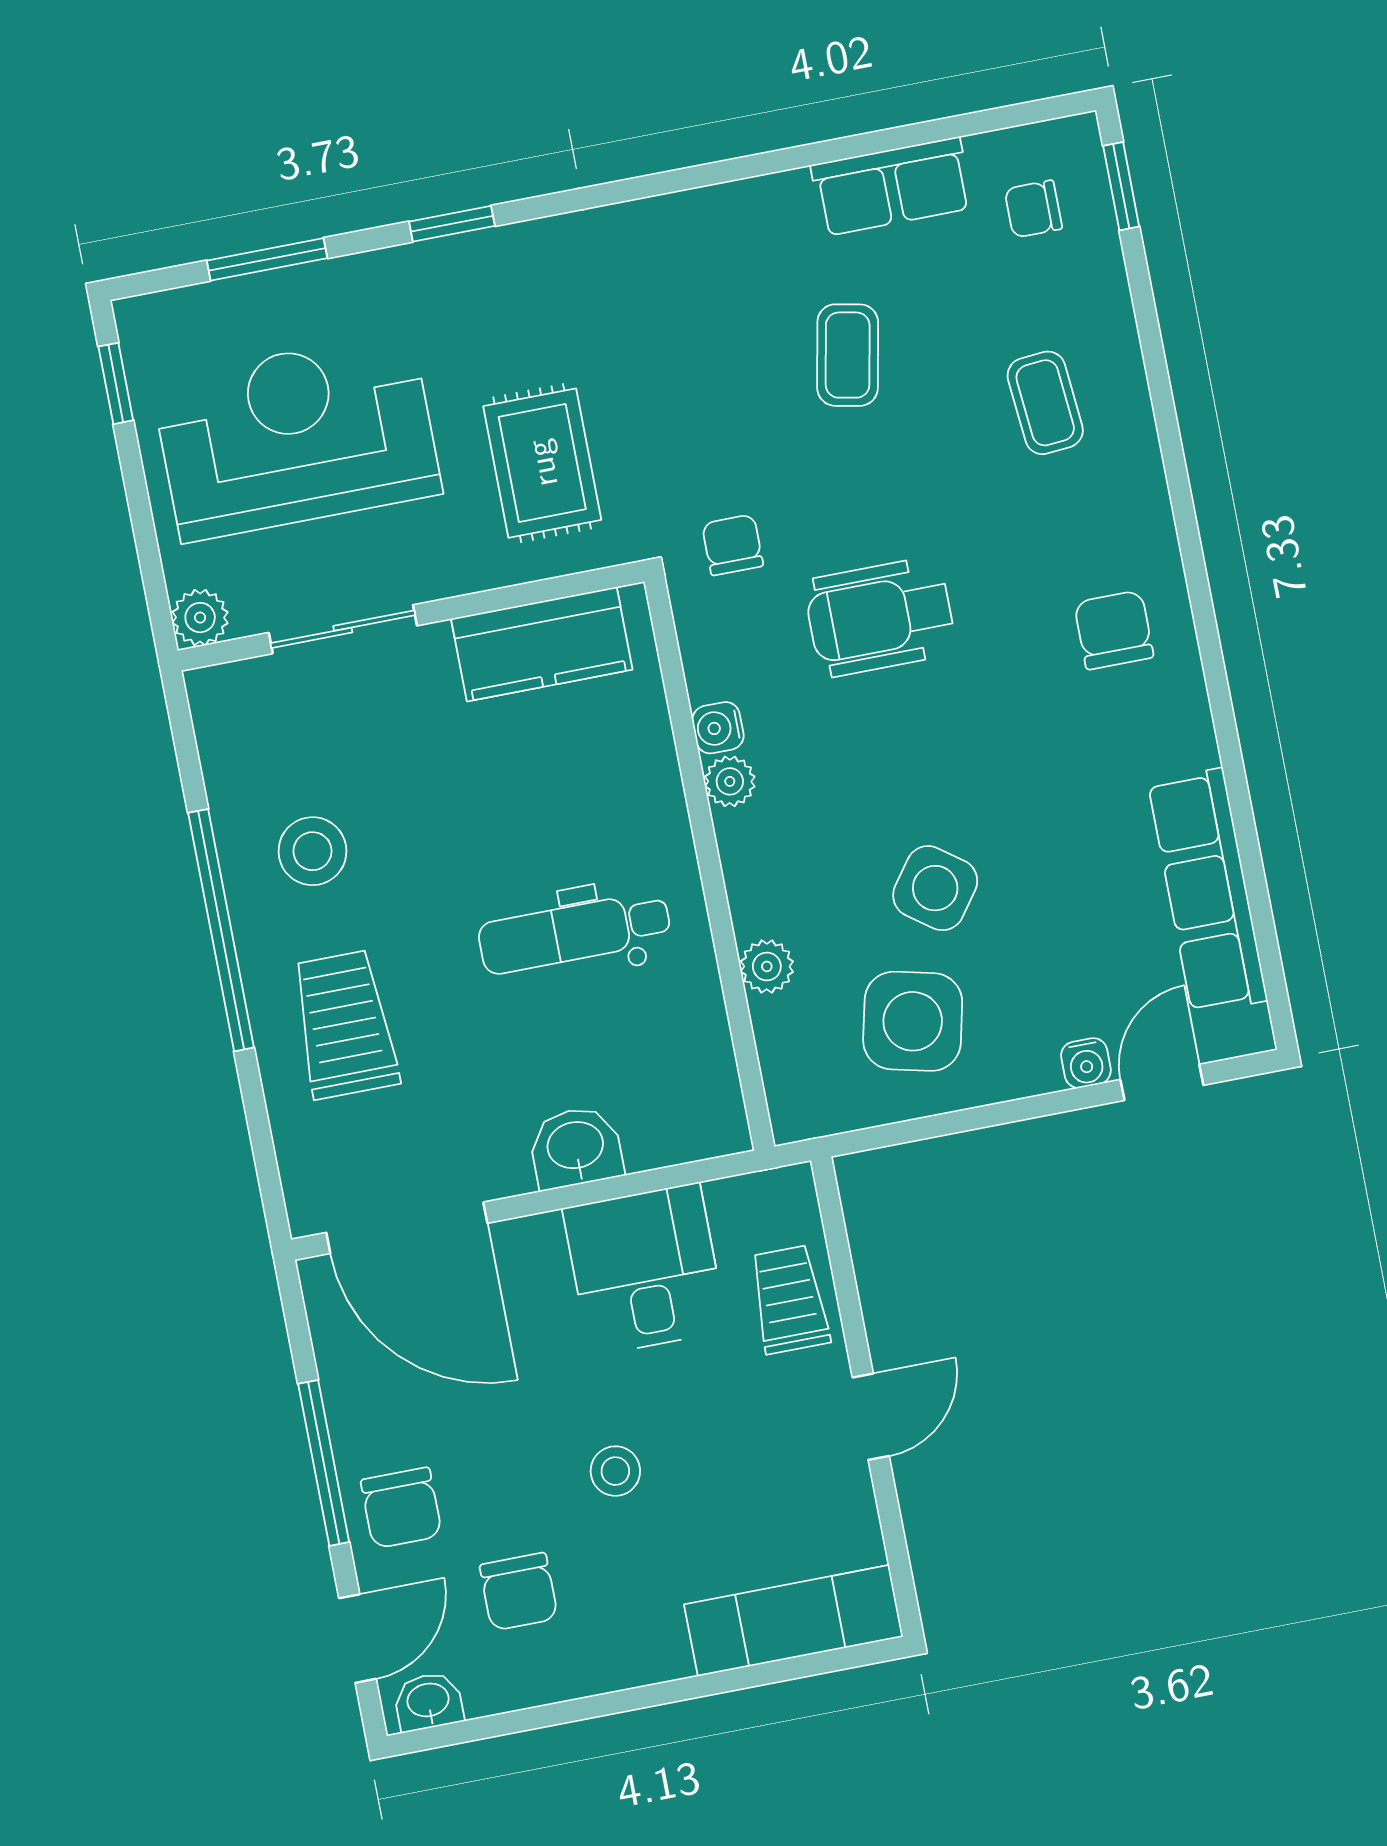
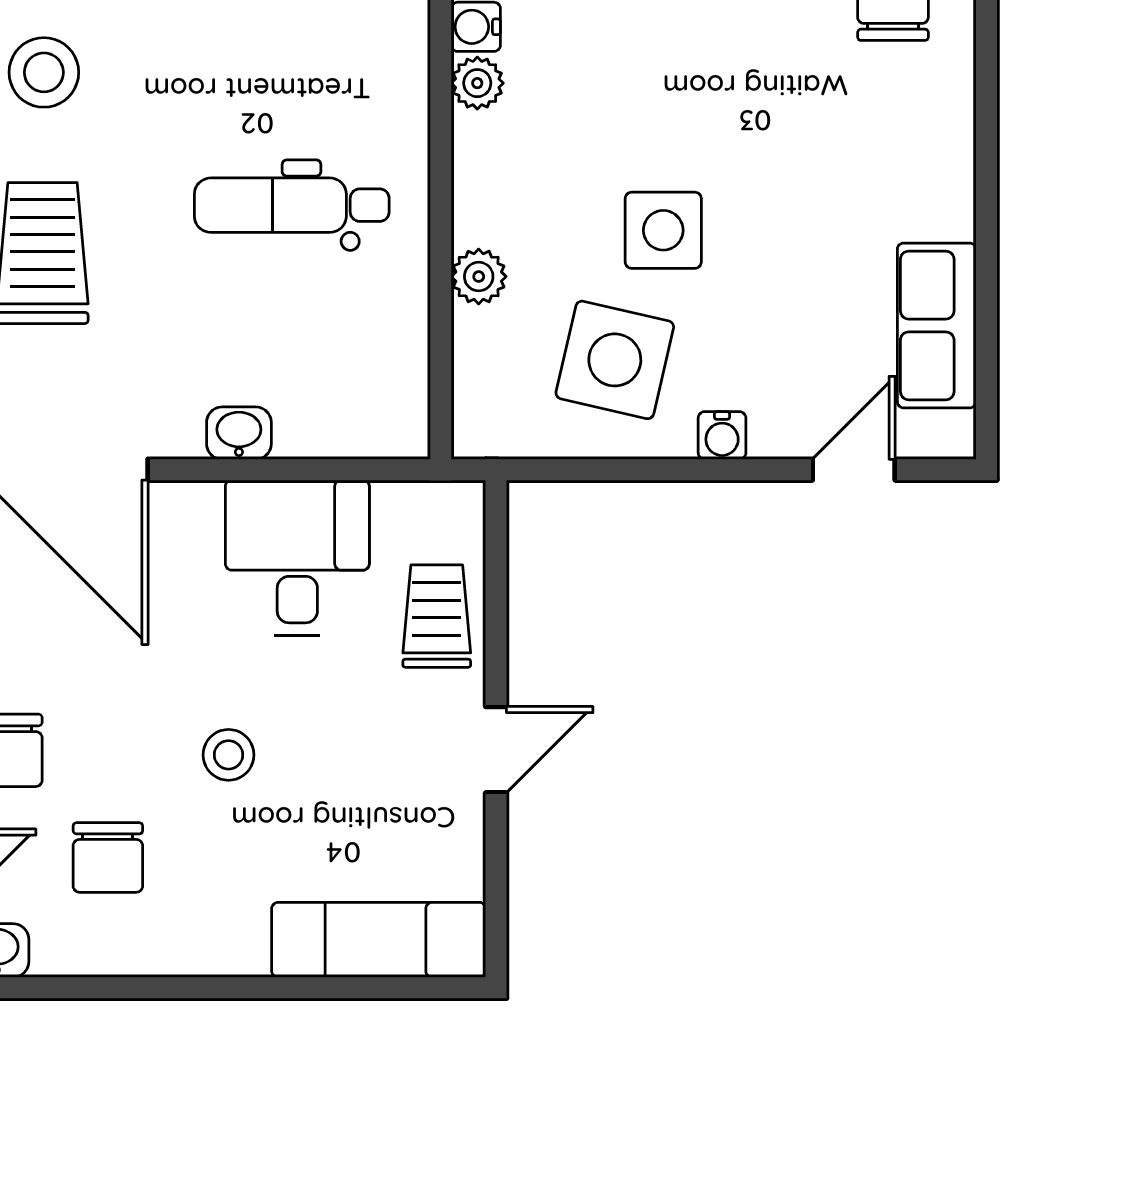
side table: (935, 888) -> (663, 230), turned -36
row of seats: (1207, 891) -> (937, 325), width x0.68
water cooler: (1086, 1063) -> (722, 435), moved
washbasin: (576, 1147) -> (239, 433), width x0.72, depth x0.69

